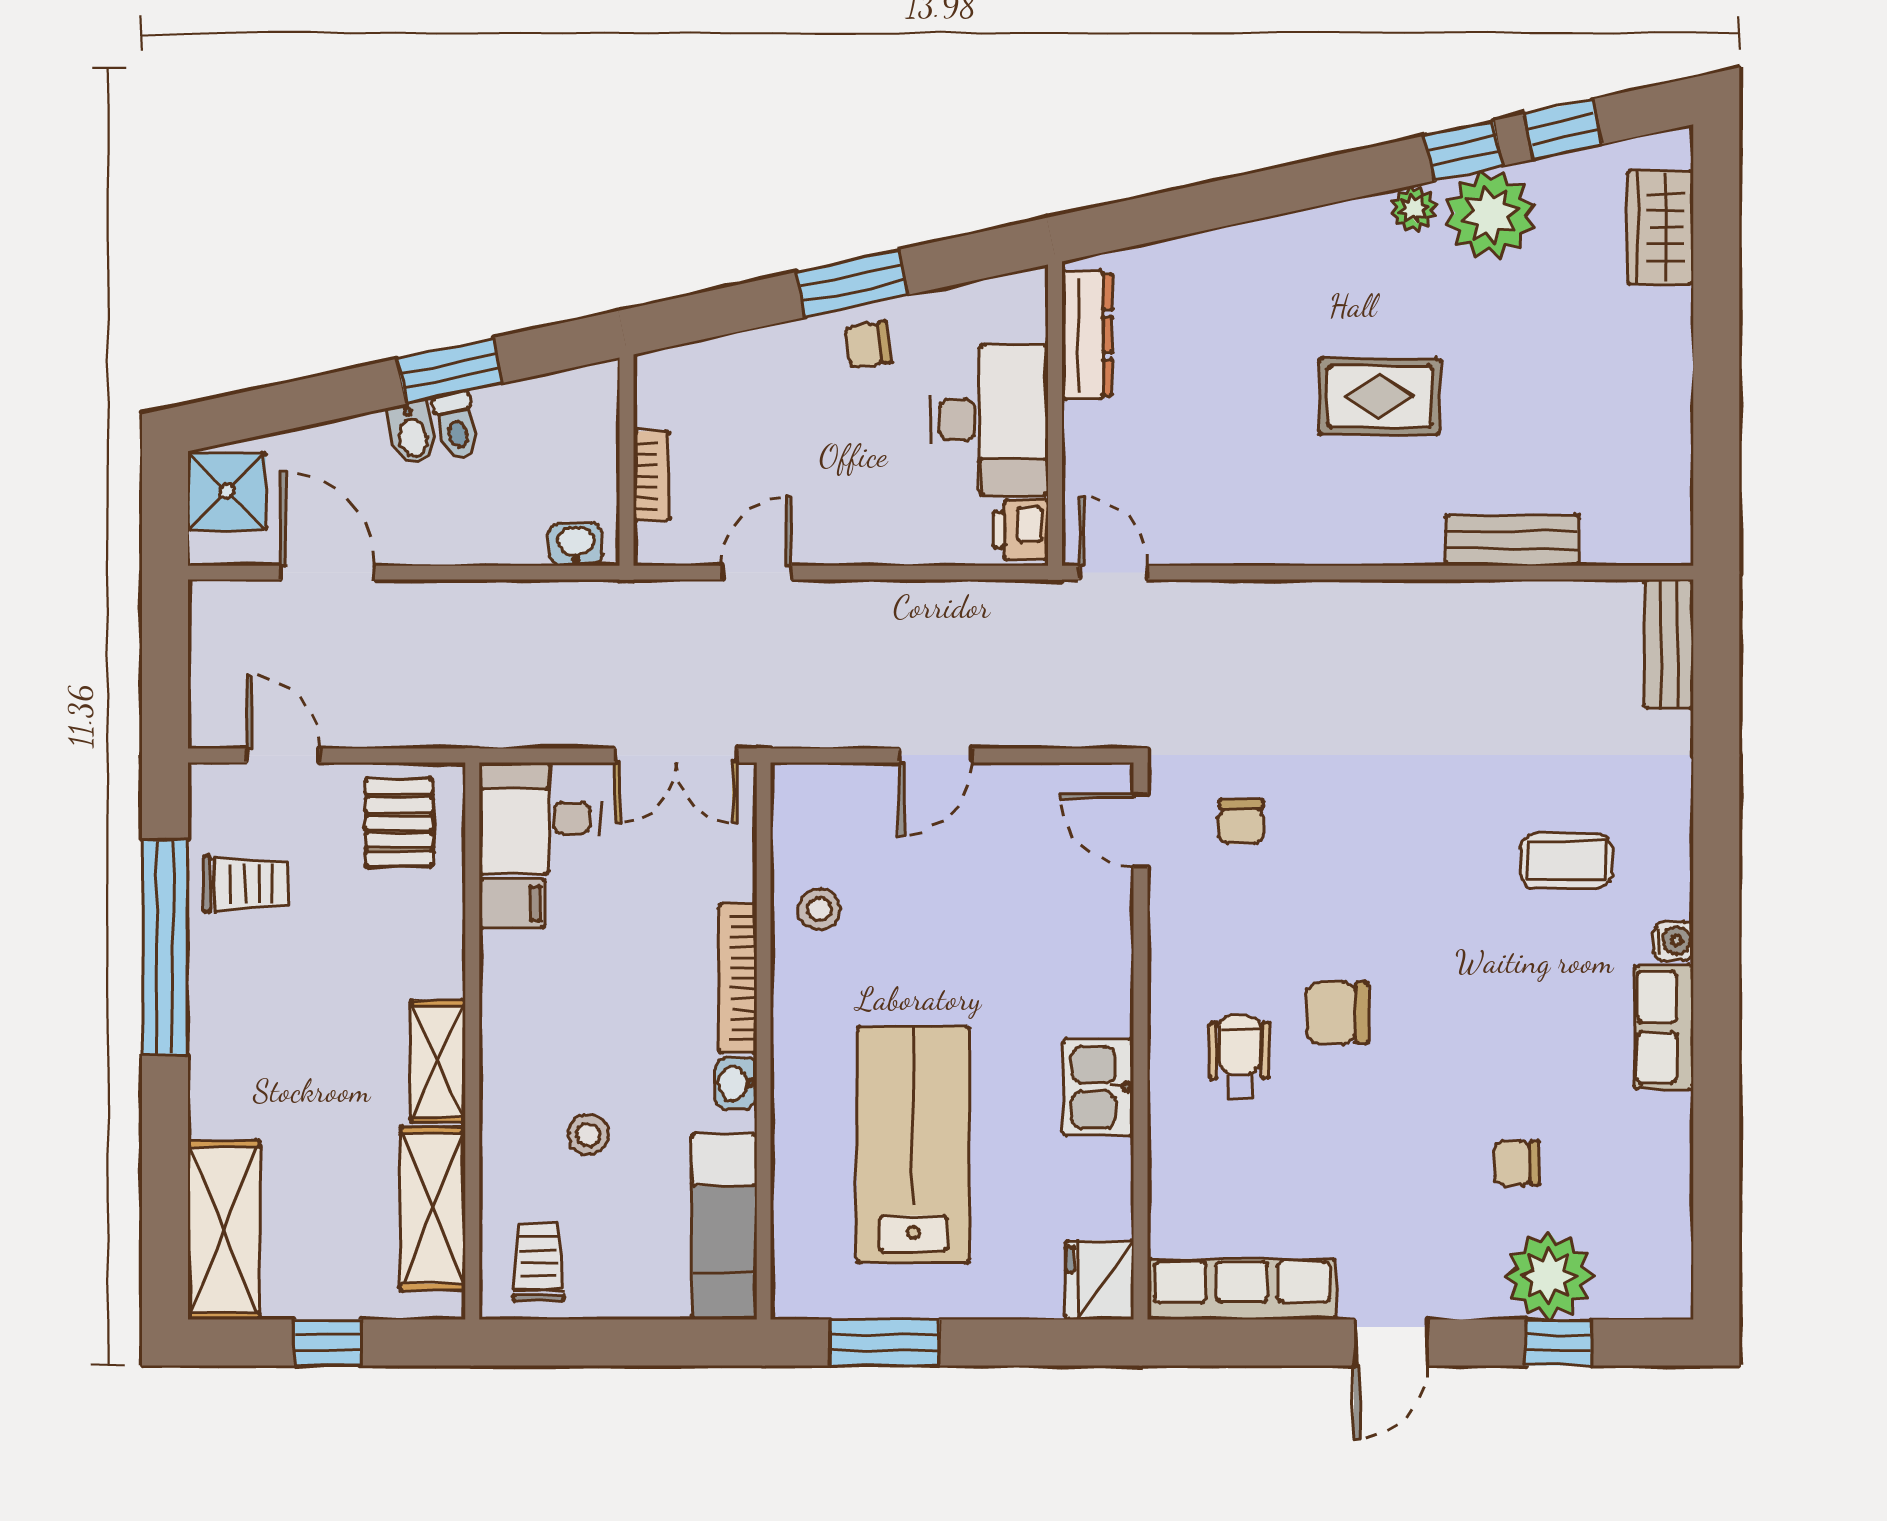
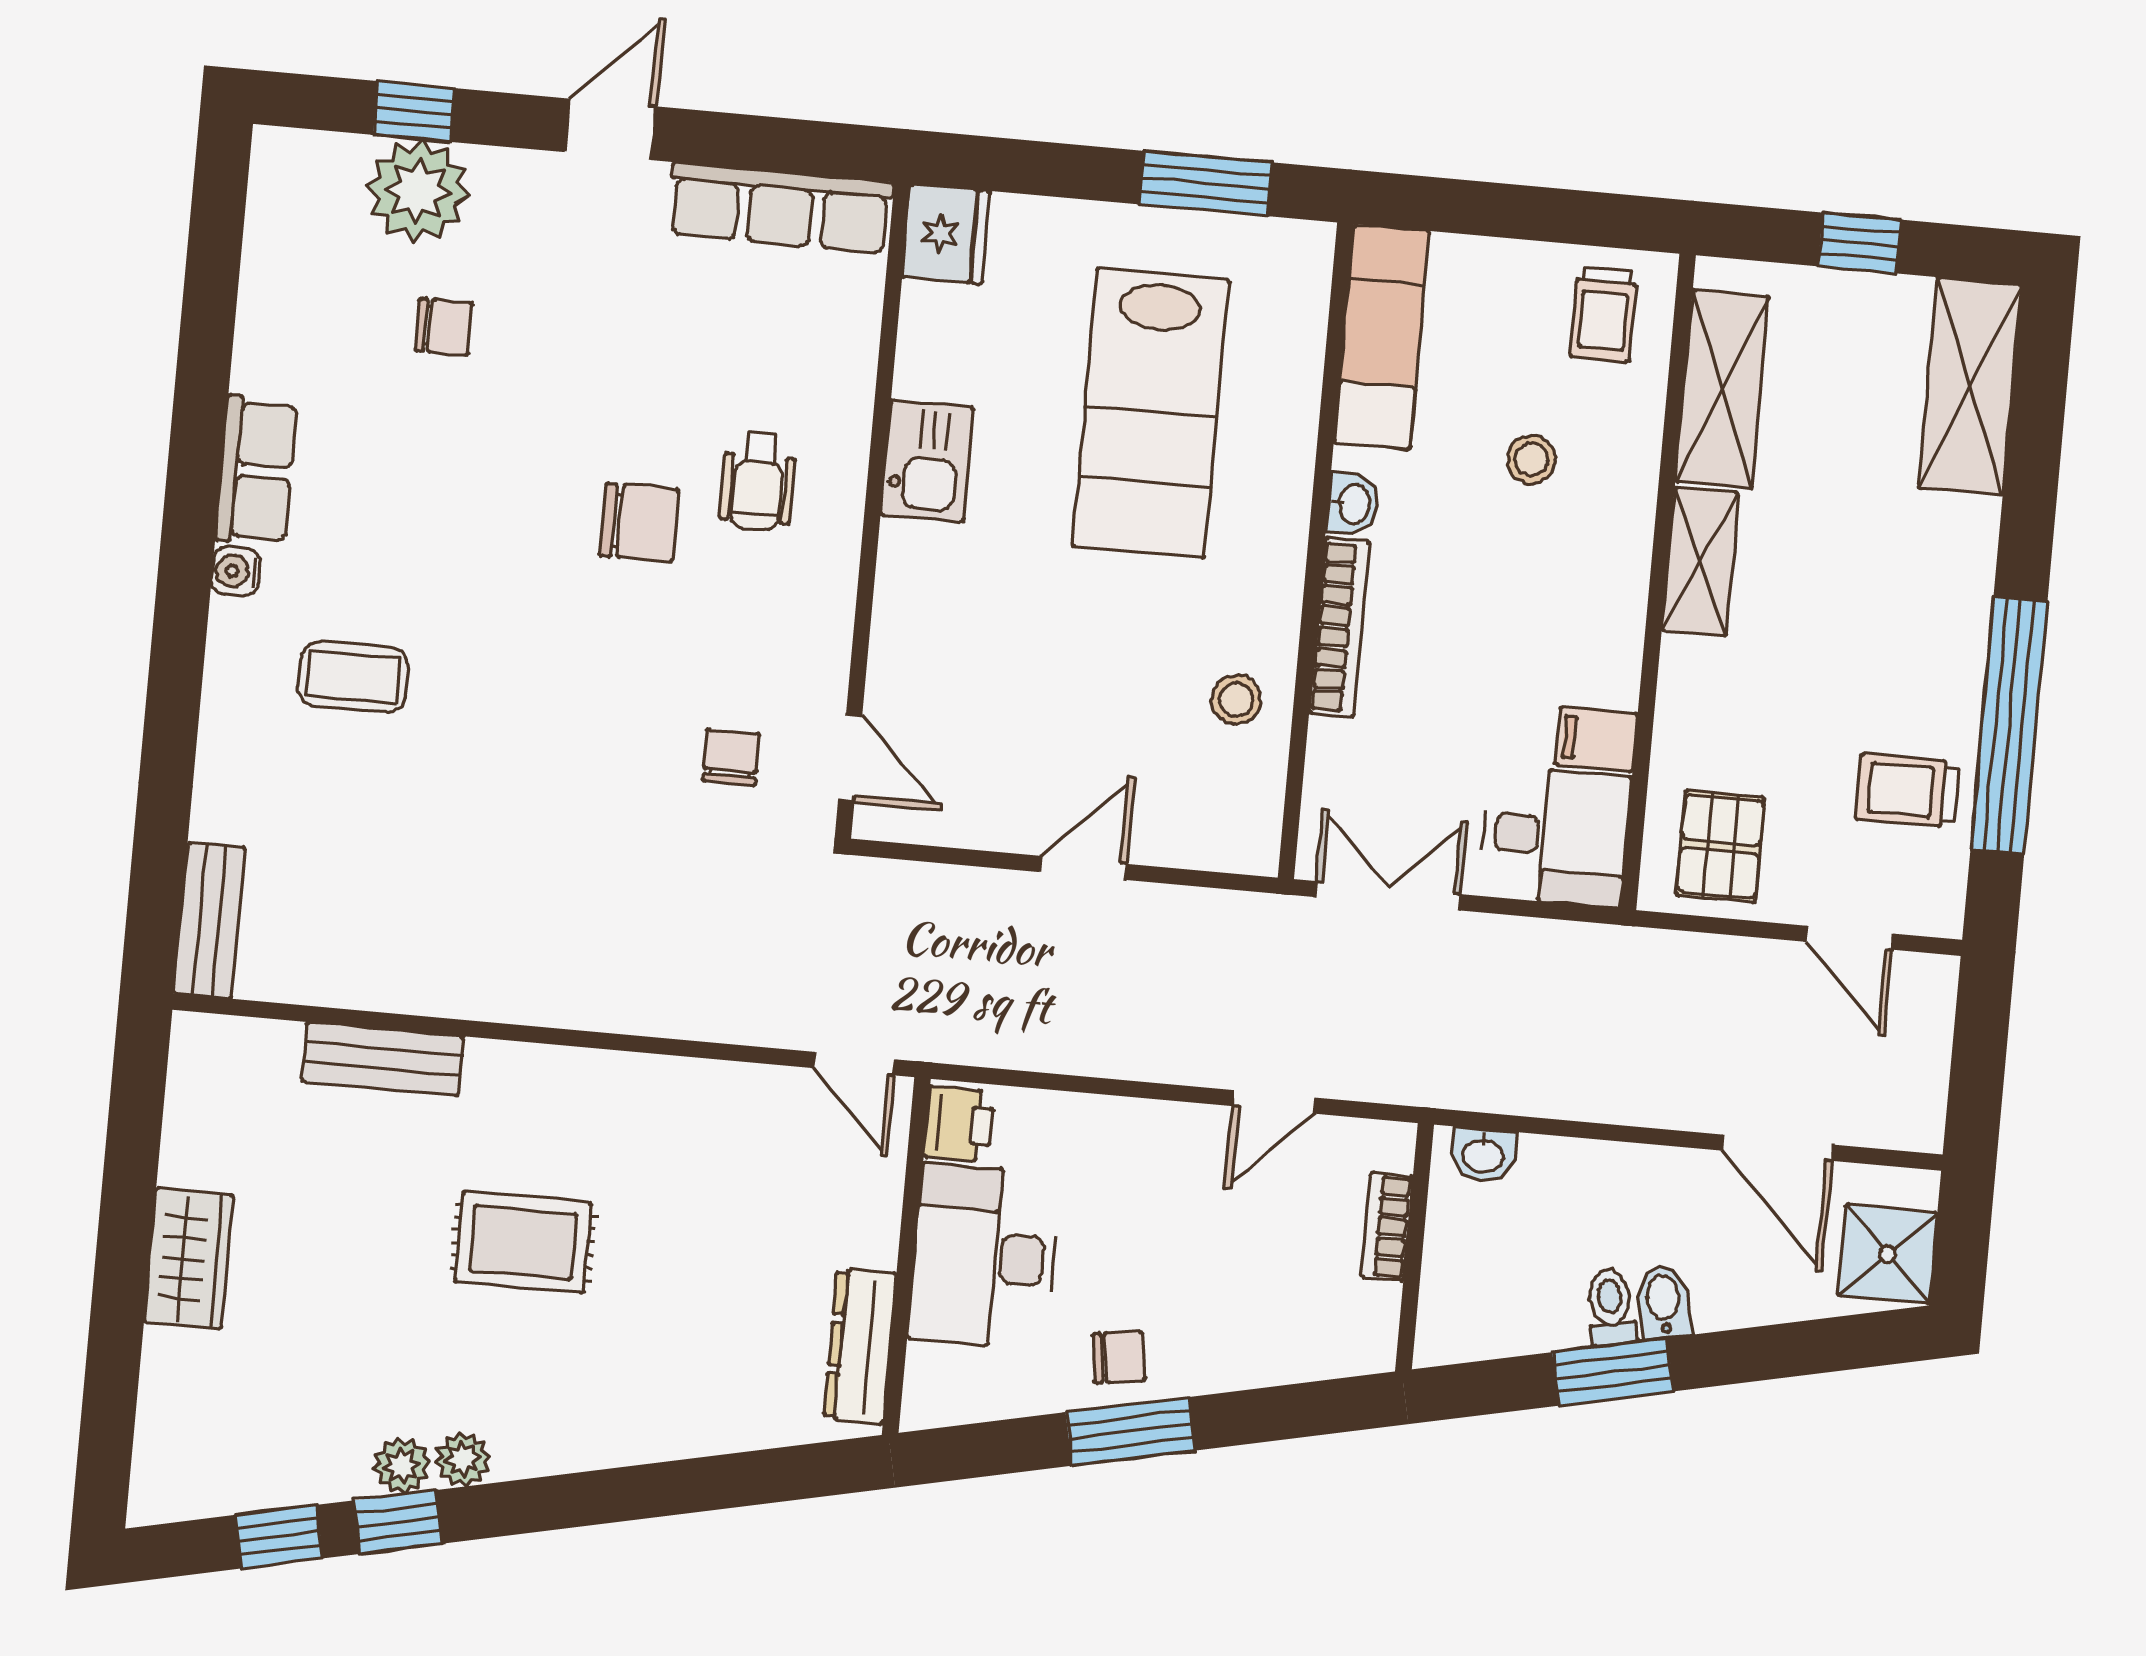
plant: (1490, 215) -> (402, 1466), width x0.53, depth x0.53
wardrobe: (1660, 228) -> (189, 1258), moved

